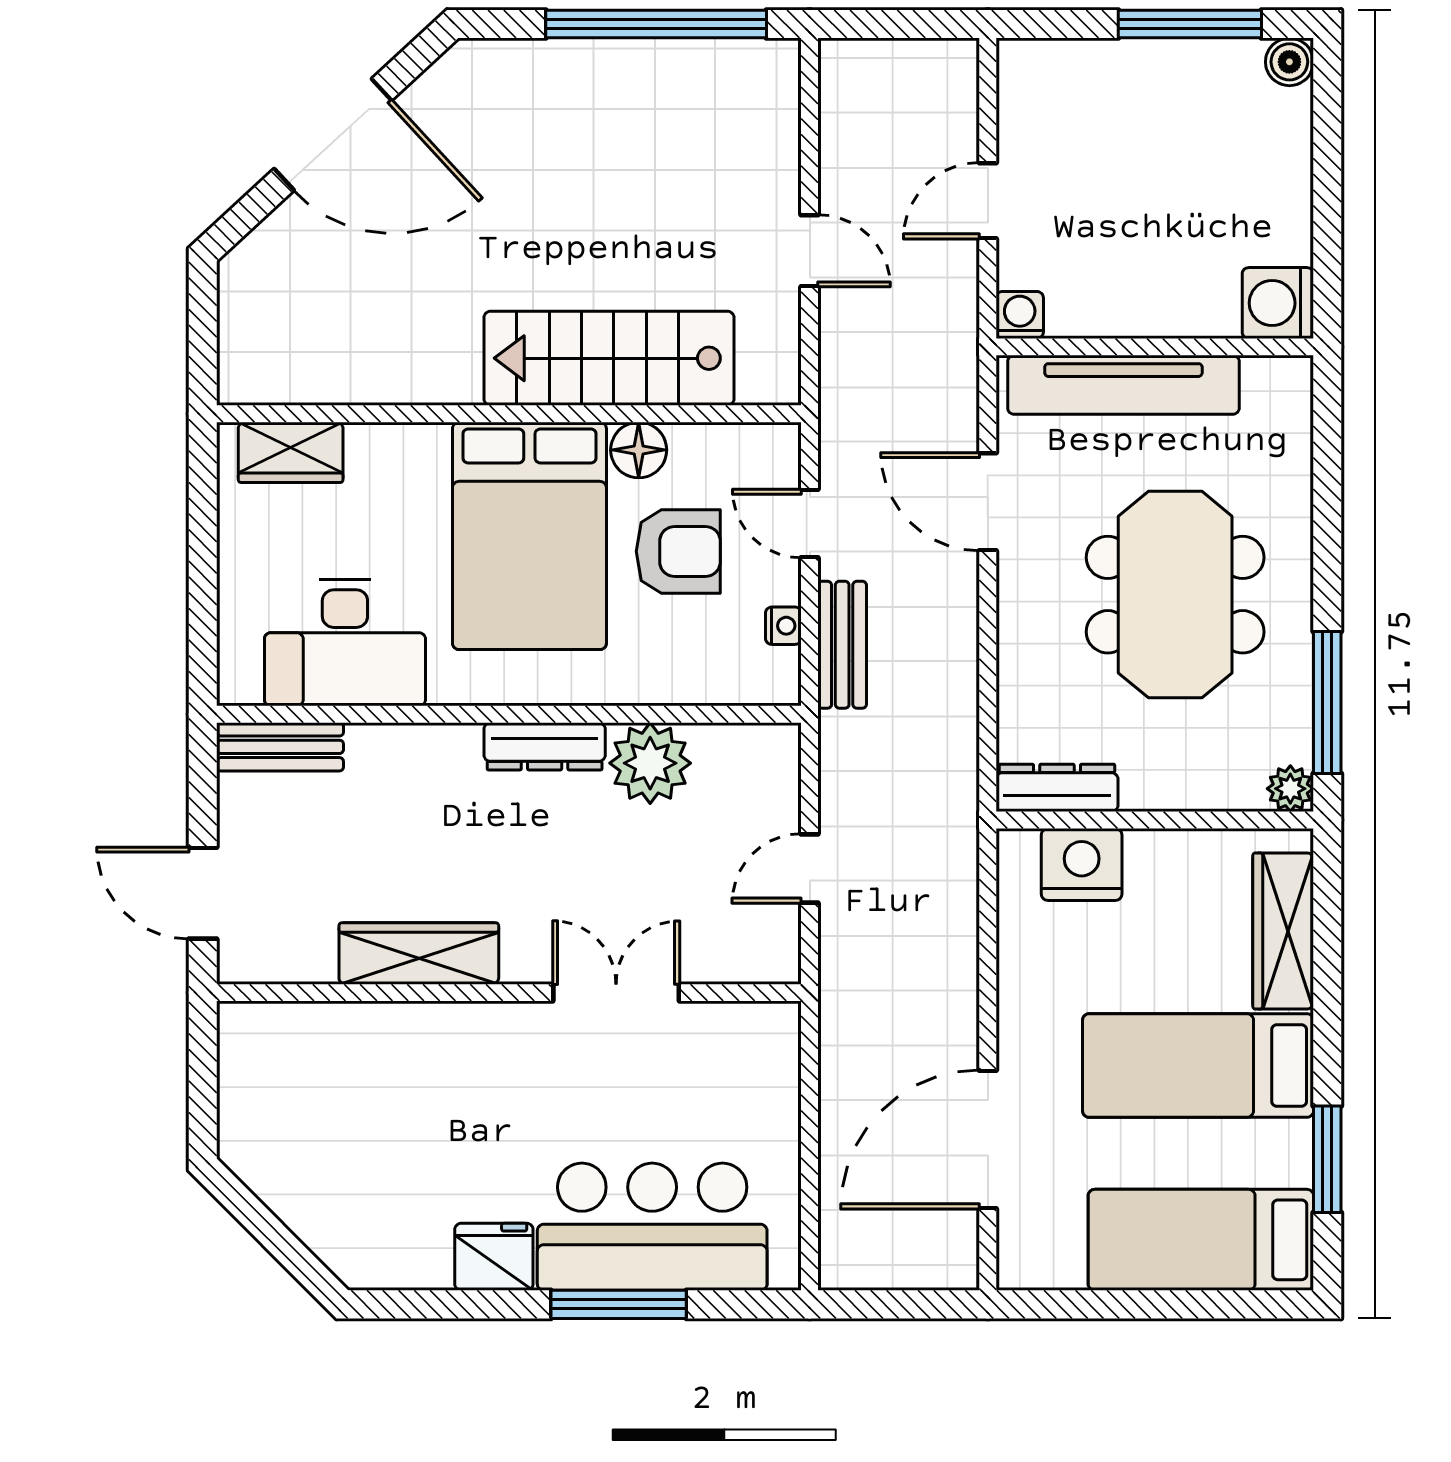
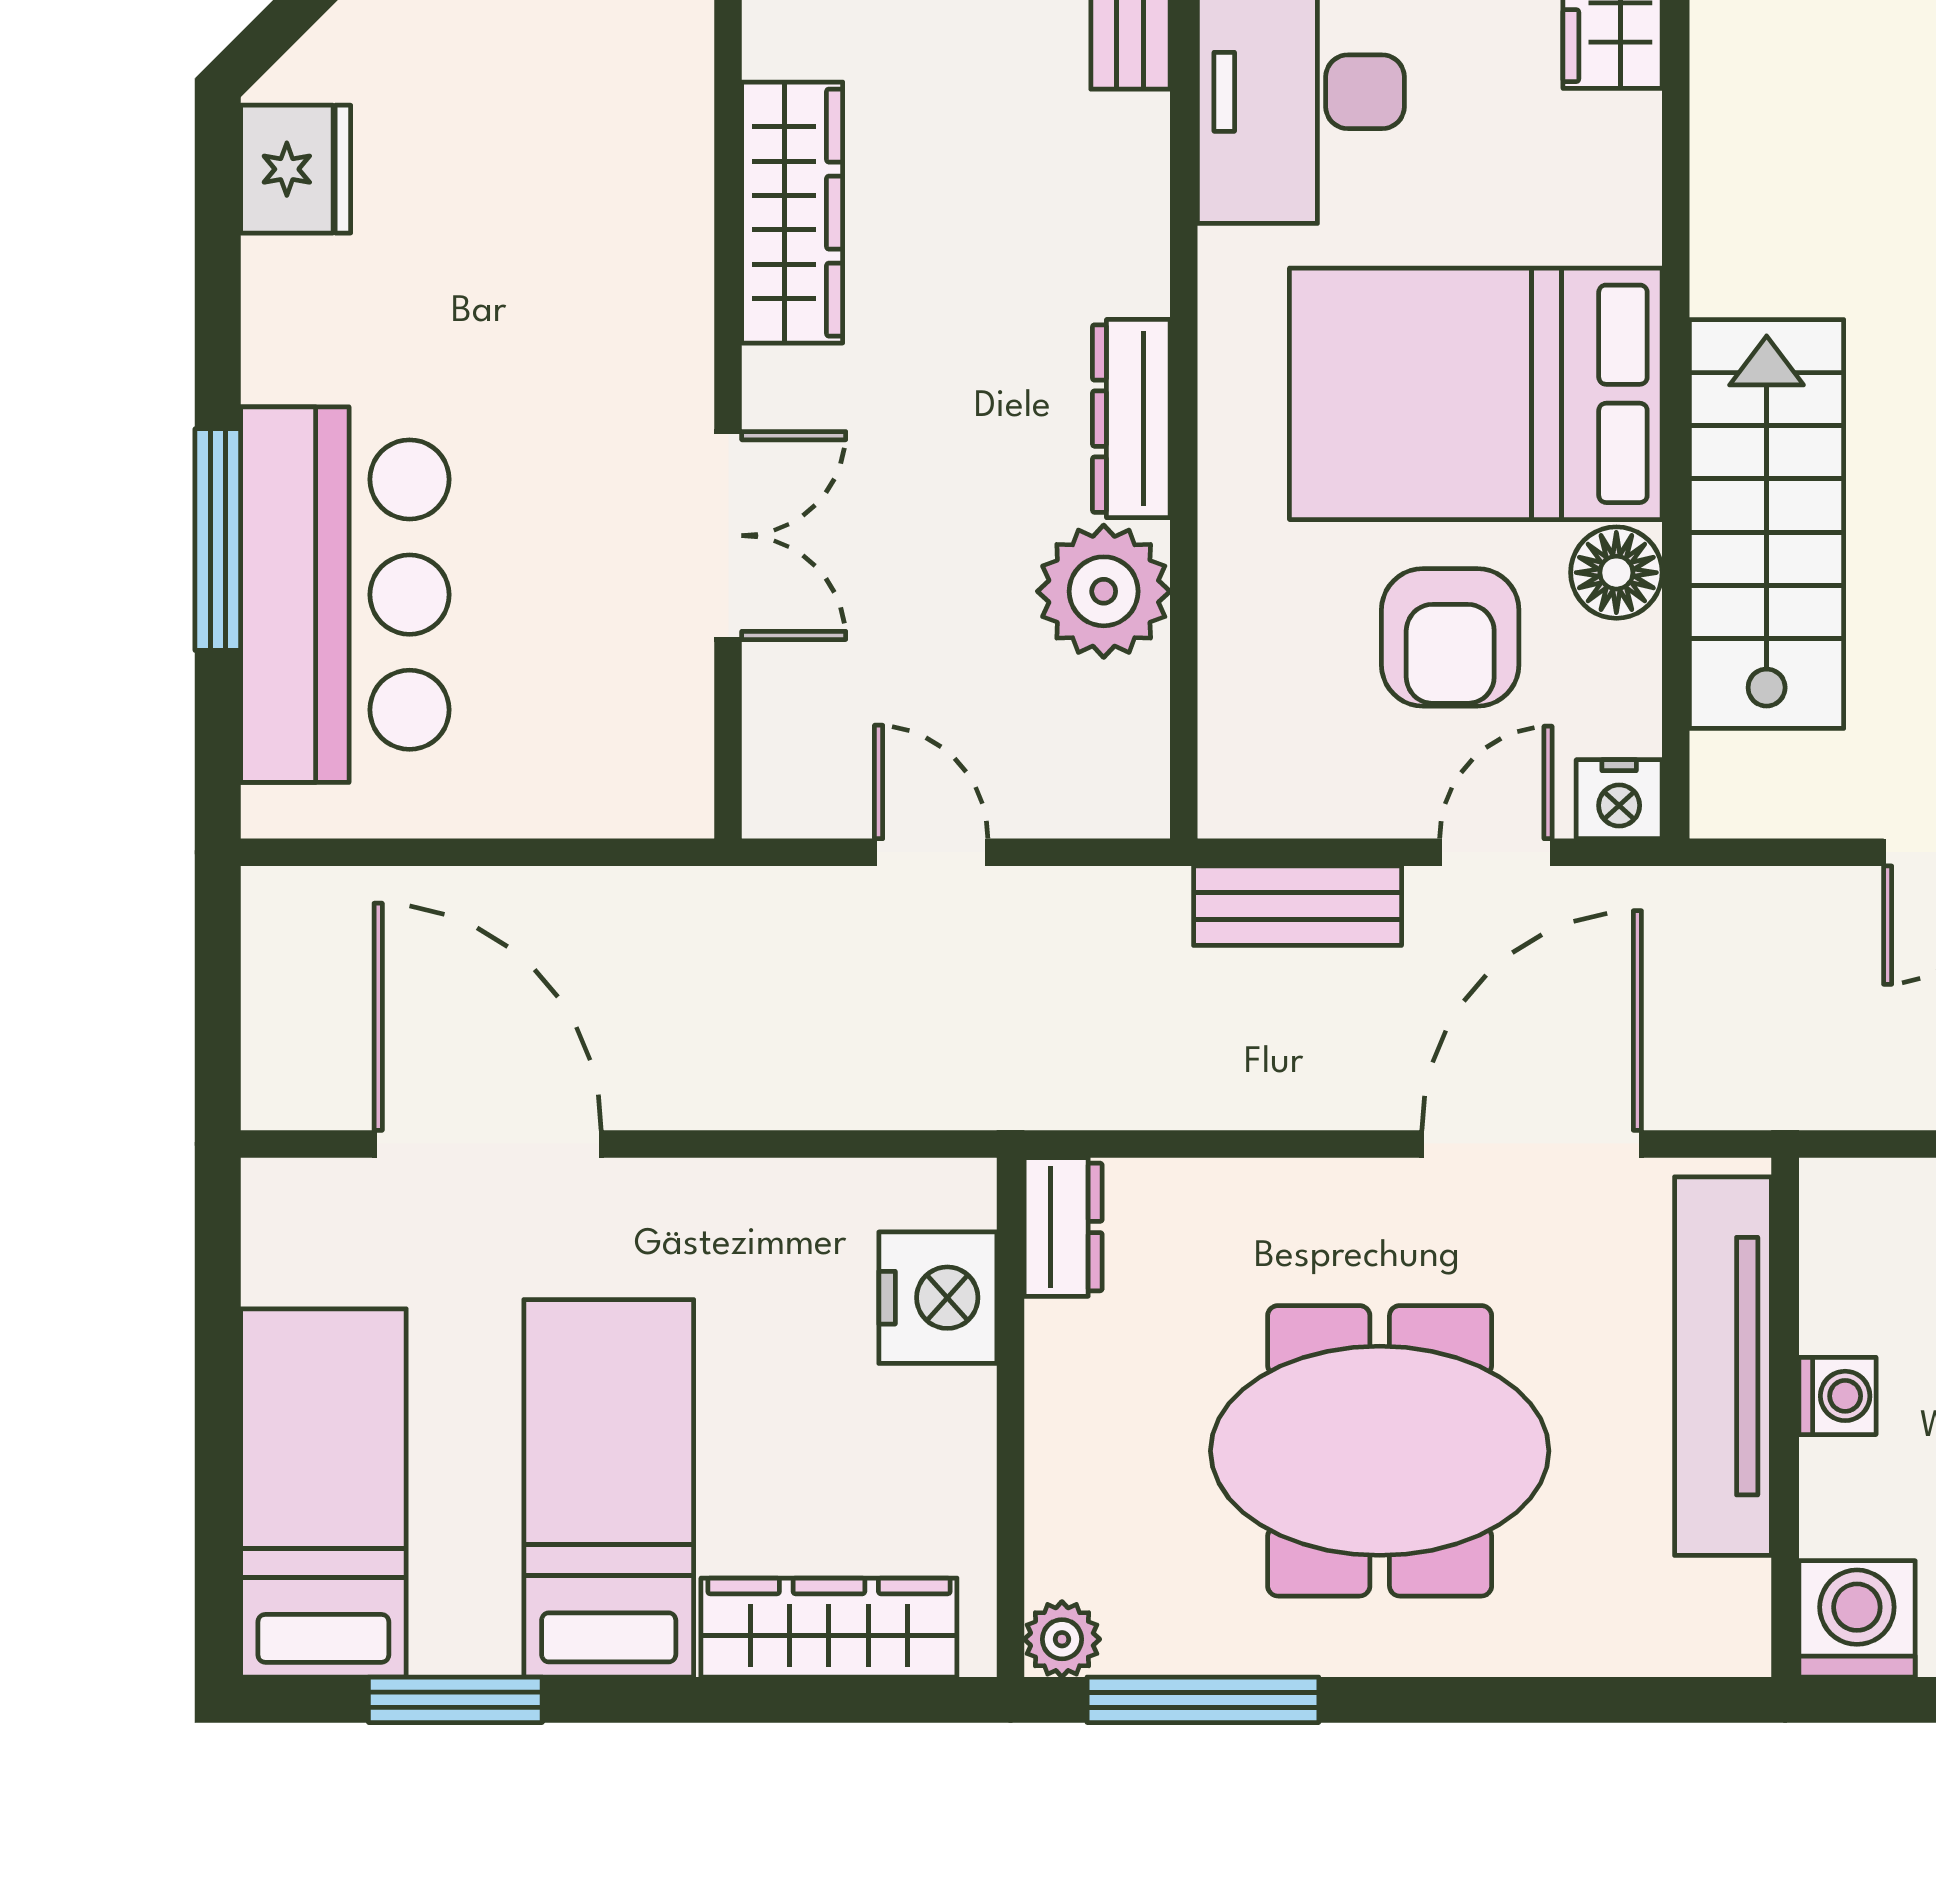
washing machine: (1020, 315) -> (1837, 1396), moved
door: (988, 502) -> (1532, 1144), width x1.36
nightstand: (783, 626) -> (1619, 799), moved, width x1.39, depth x1.35
dresser: (1057, 788) -> (1063, 1227), width x0.70
fridge: (494, 1257) -> (296, 169), moved

